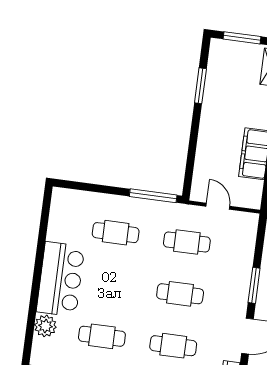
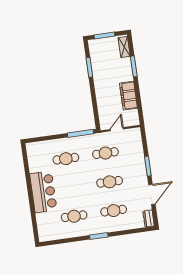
door: (218, 206) -> (117, 129), hinge flipped
plant: (45, 326) -> (42, 219), removed

